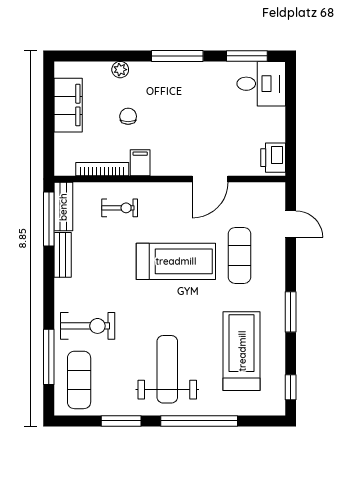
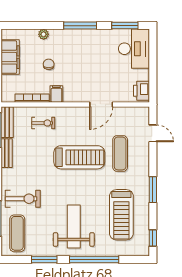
desk: (261, 84) -> (134, 49), width x1.37
treadmill: (242, 351) -> (121, 215), turned 180

